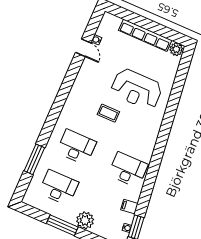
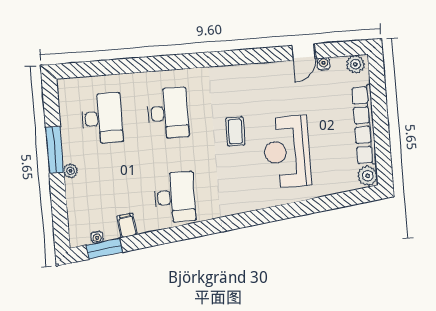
plant: (107, 21) -> (355, 64), added
window: (34, 159) -> (122, 66), removed
plant: (85, 220) -> (71, 171), width x0.53, depth x0.53

